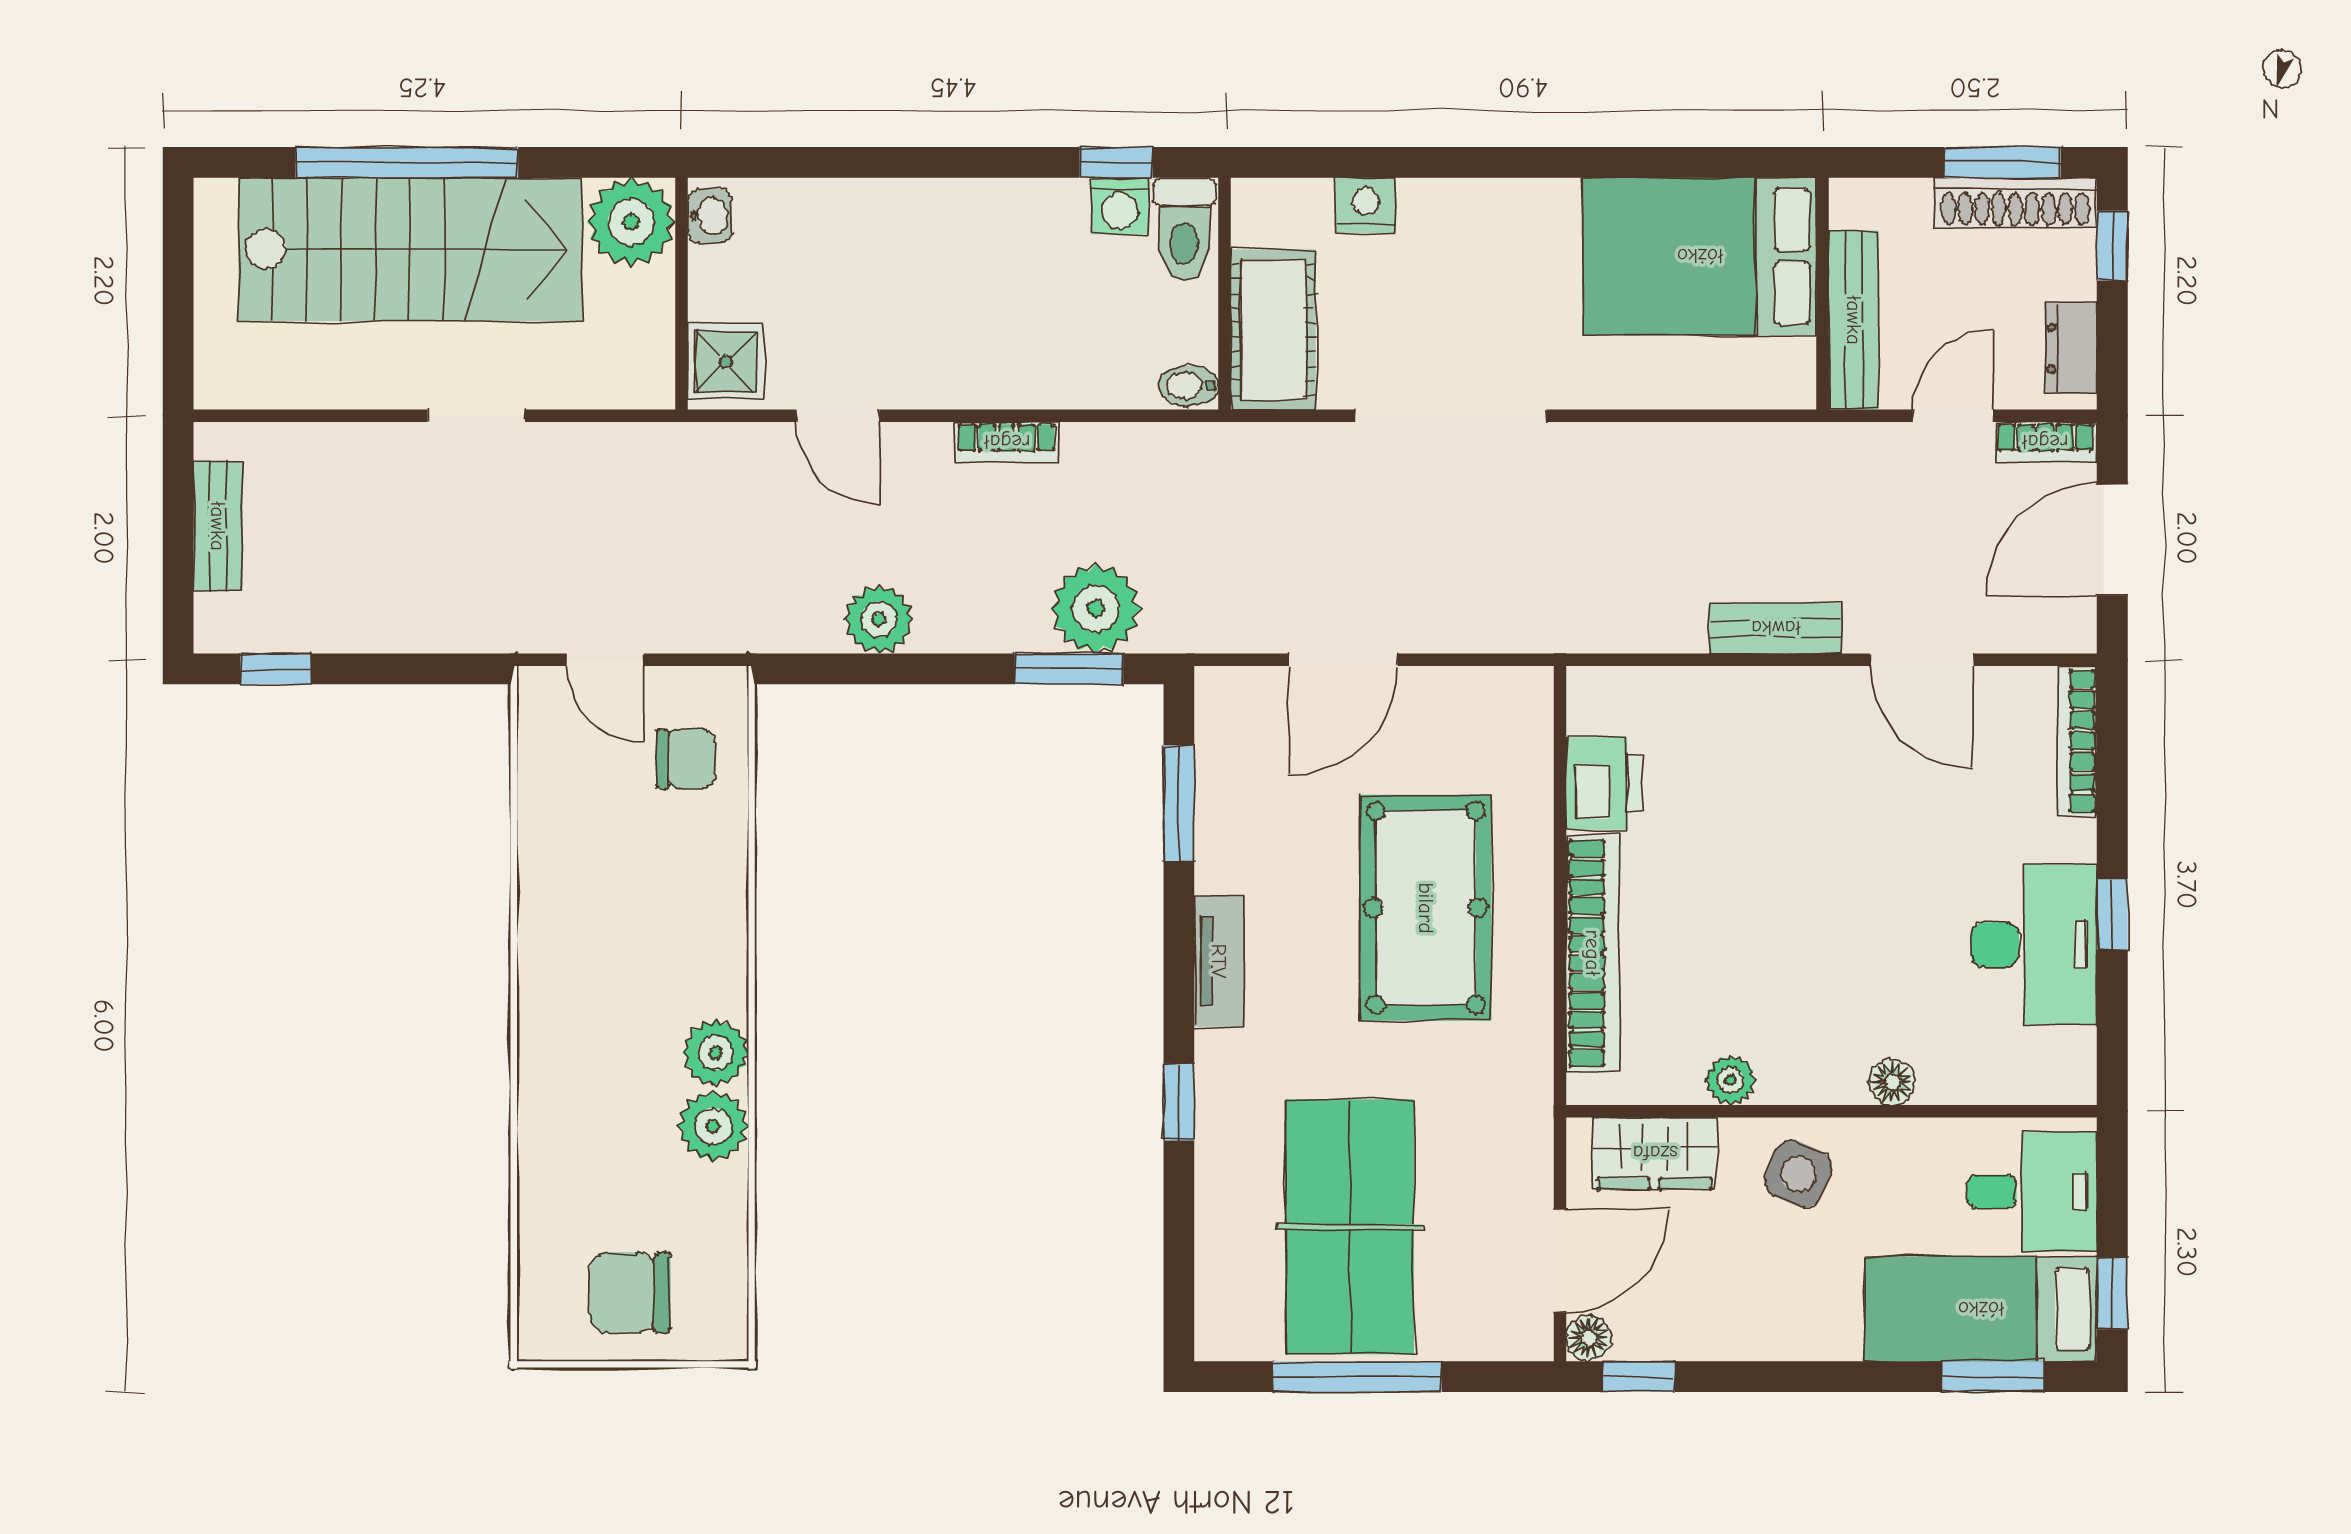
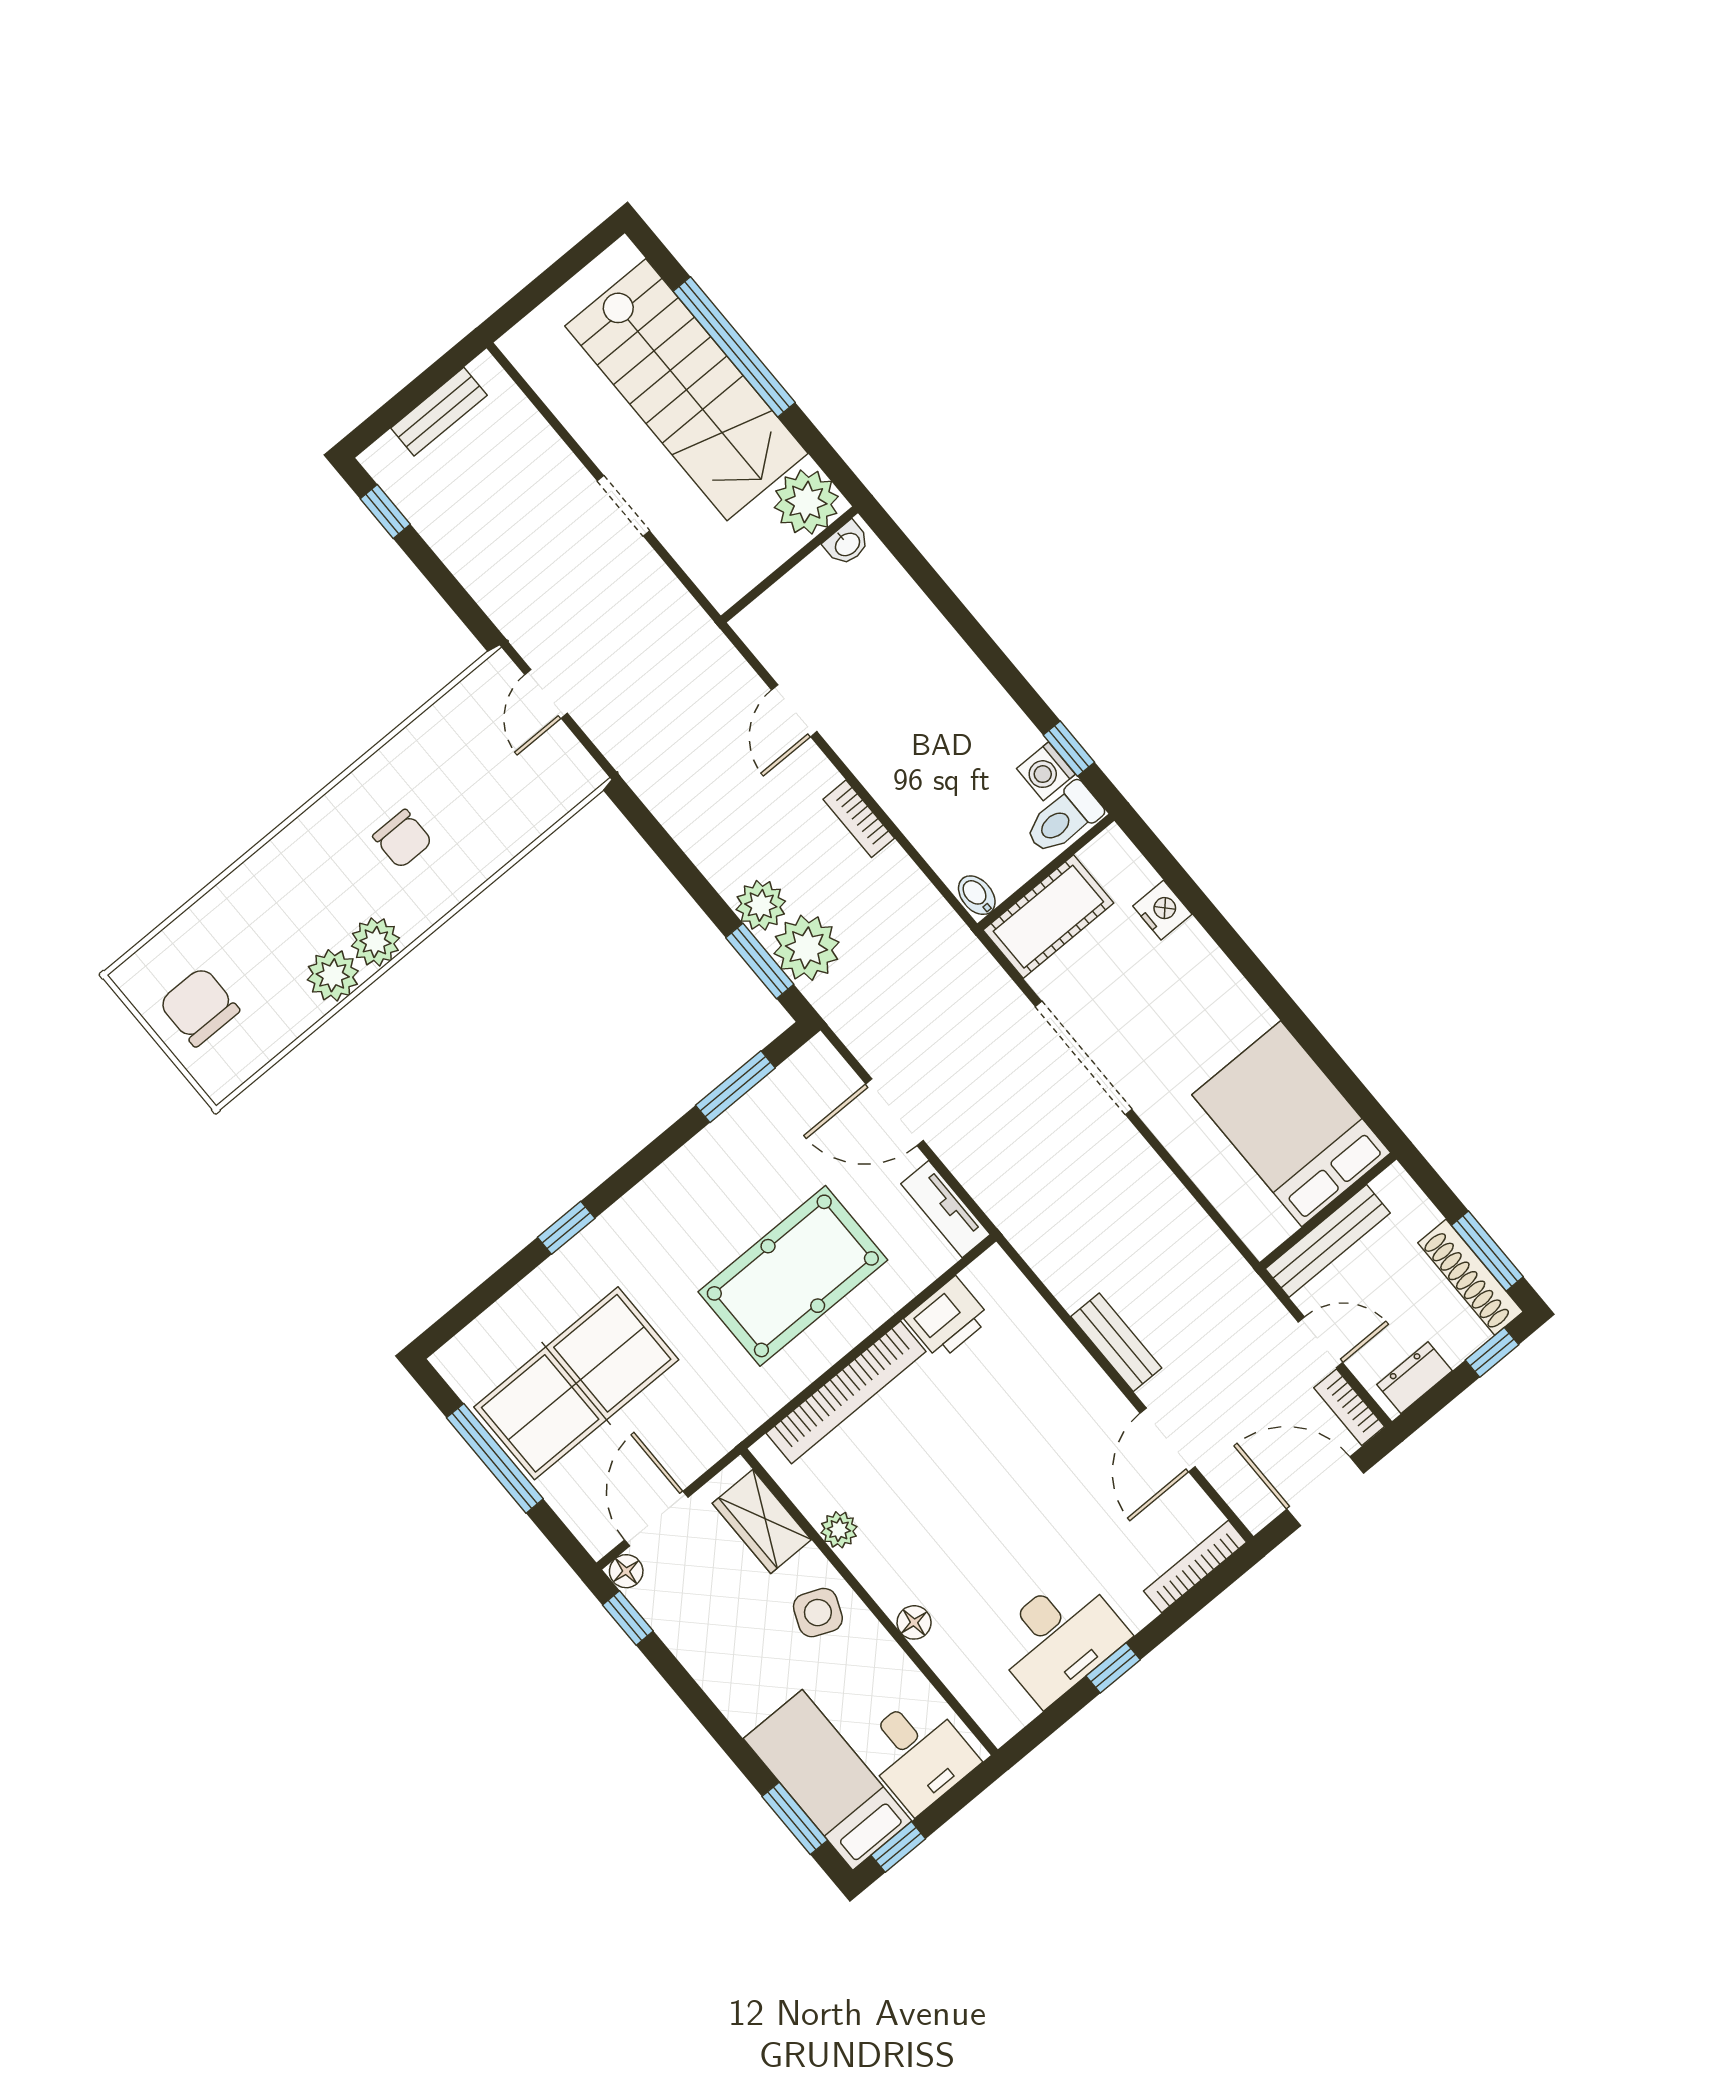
shower: (726, 362) -> (772, 621), removed
plant: (879, 619) -> (761, 905), moved
chair: (686, 759) -> (403, 839), moved
tv unit: (1219, 961) -> (945, 1209), moved, turned 90
door: (1560, 1261) -> (656, 1519), swing flipped

